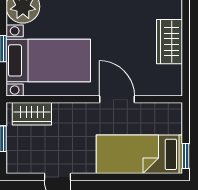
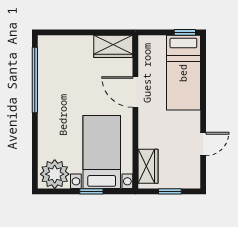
wardrobe: (170, 42) -> (113, 46), moved
door: (117, 99) -> (135, 92), hinge flipped

